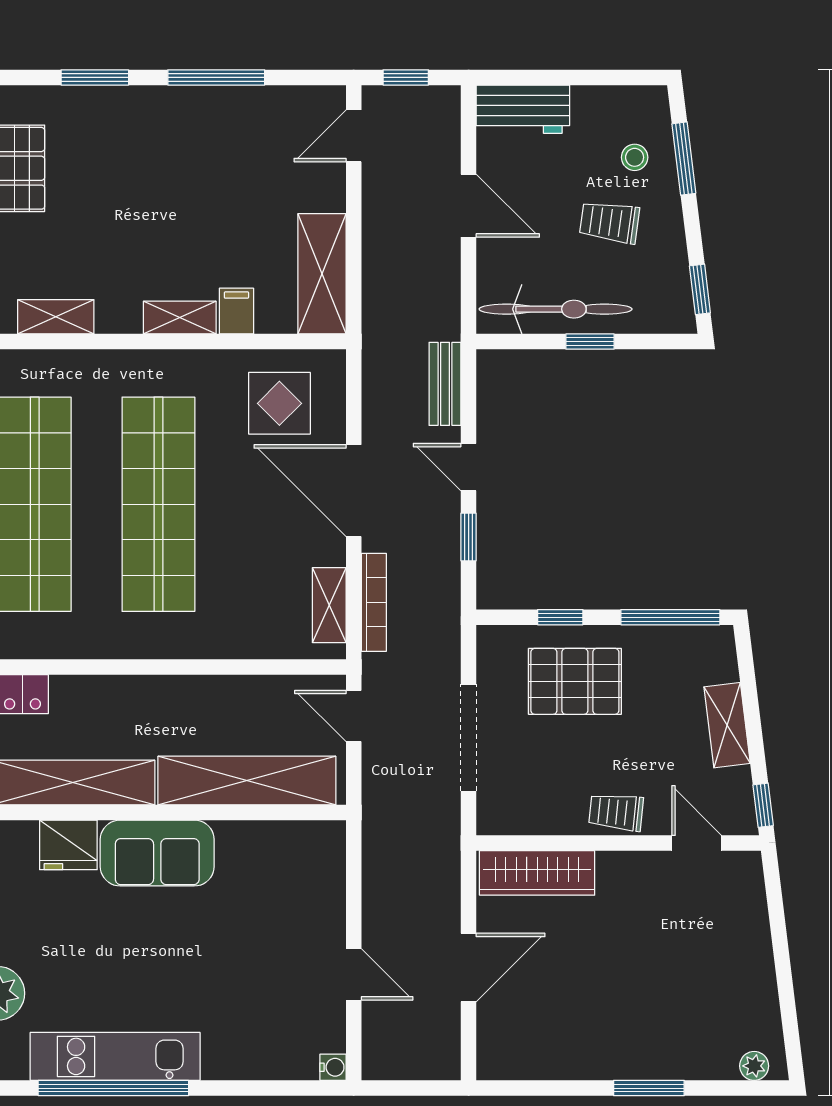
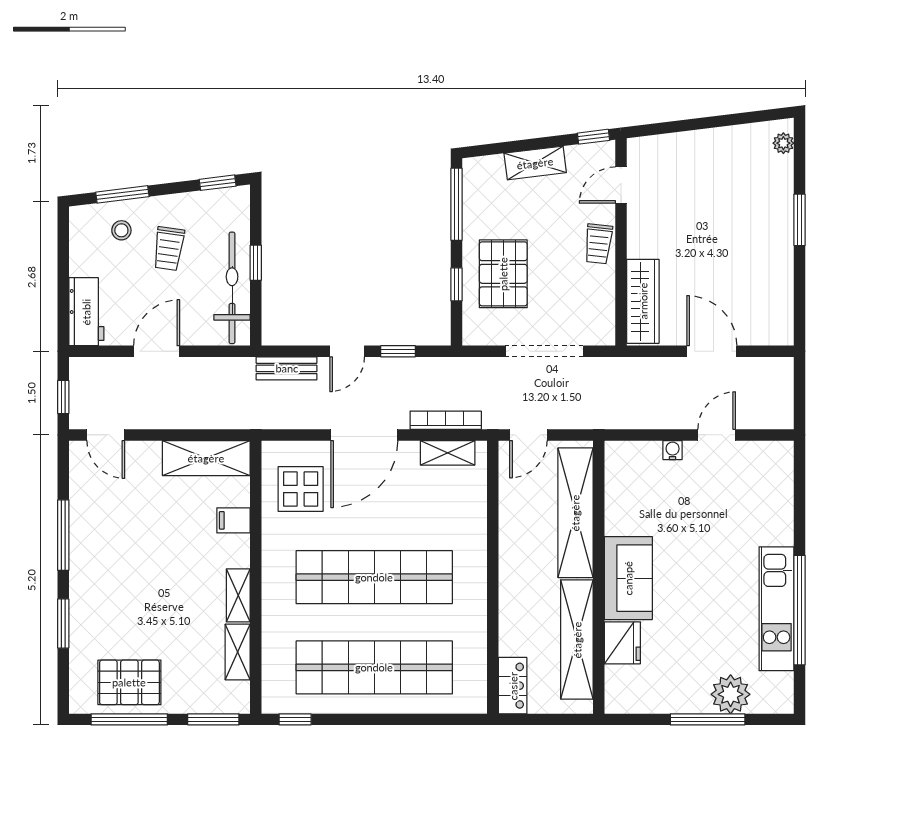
shelving: (180, 318) -> (238, 595), moved
water cooler: (333, 1067) -> (673, 450), moved

